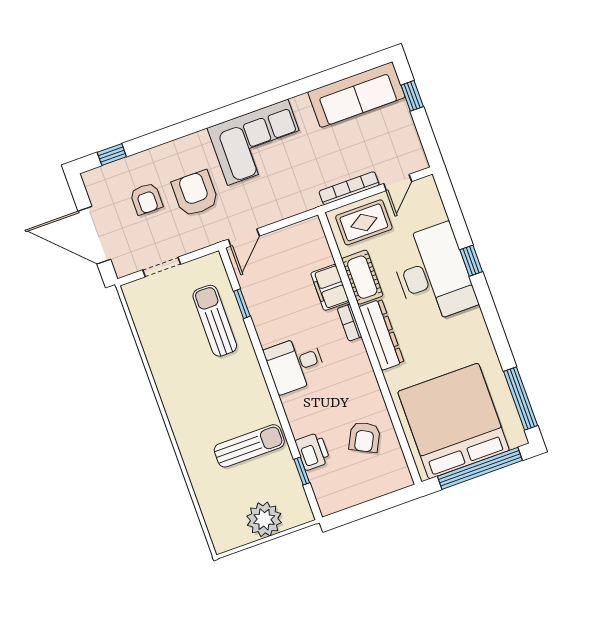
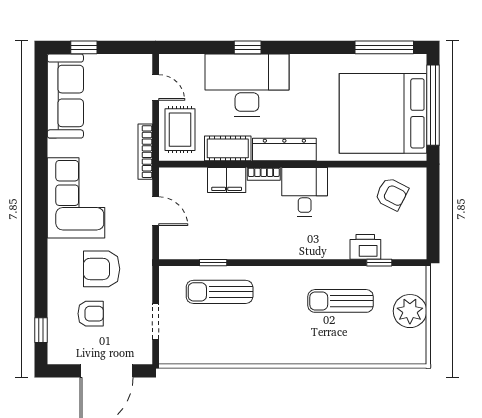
bookcase: (349, 188) -> (145, 152), moved
door: (244, 238) -> (156, 211), moved
desk: (295, 364) -> (305, 192), moved, turned 180
armchair: (365, 437) -> (392, 194), moved
sun lounger: (249, 446) -> (341, 301), turned -90

